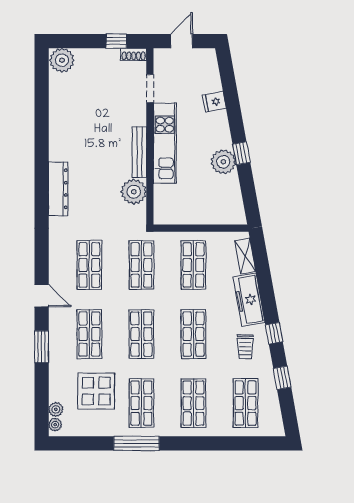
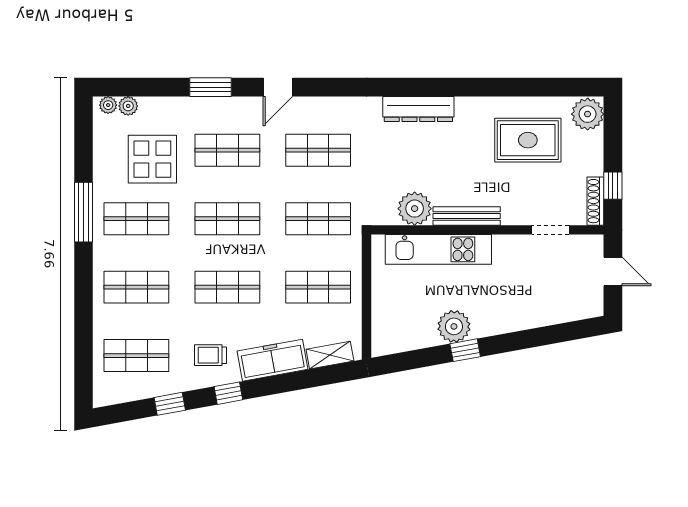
shoe rack: (134, 54) -> (595, 201), width x1.43
fridge: (214, 102) -> (533, 314), removed
rug: (82, 106) -> (528, 140), added
kitchen unit: (165, 143) -> (438, 249), moved

